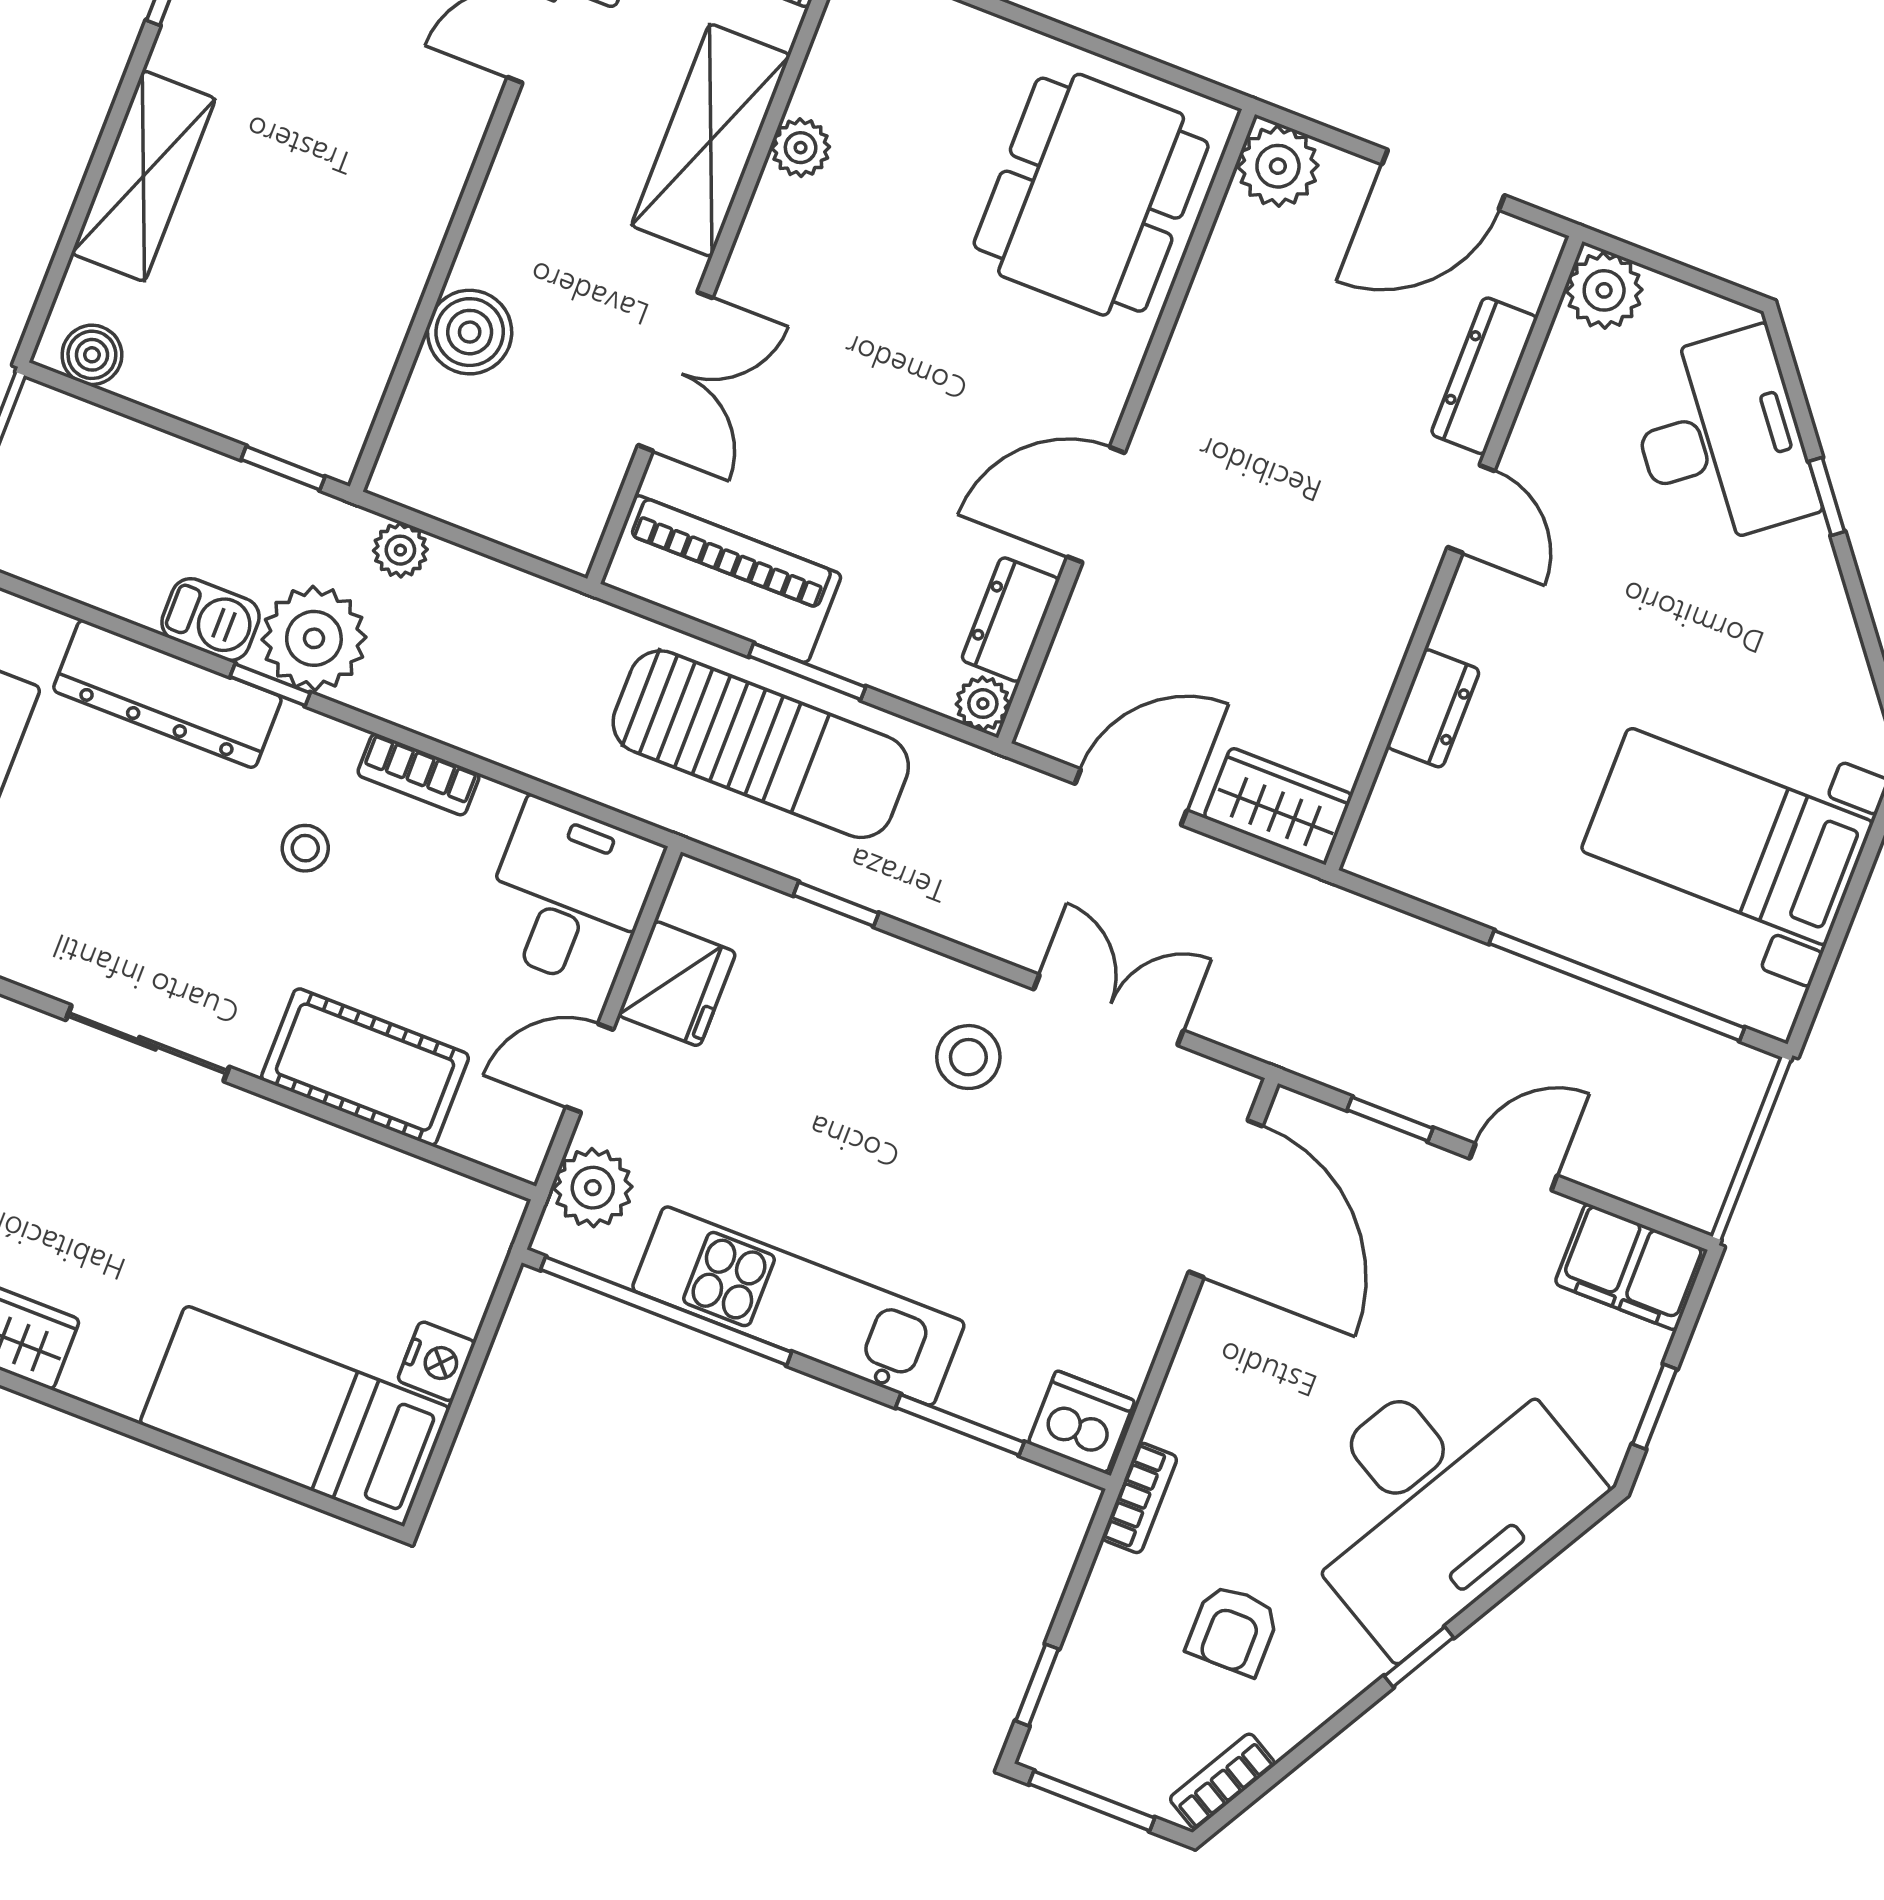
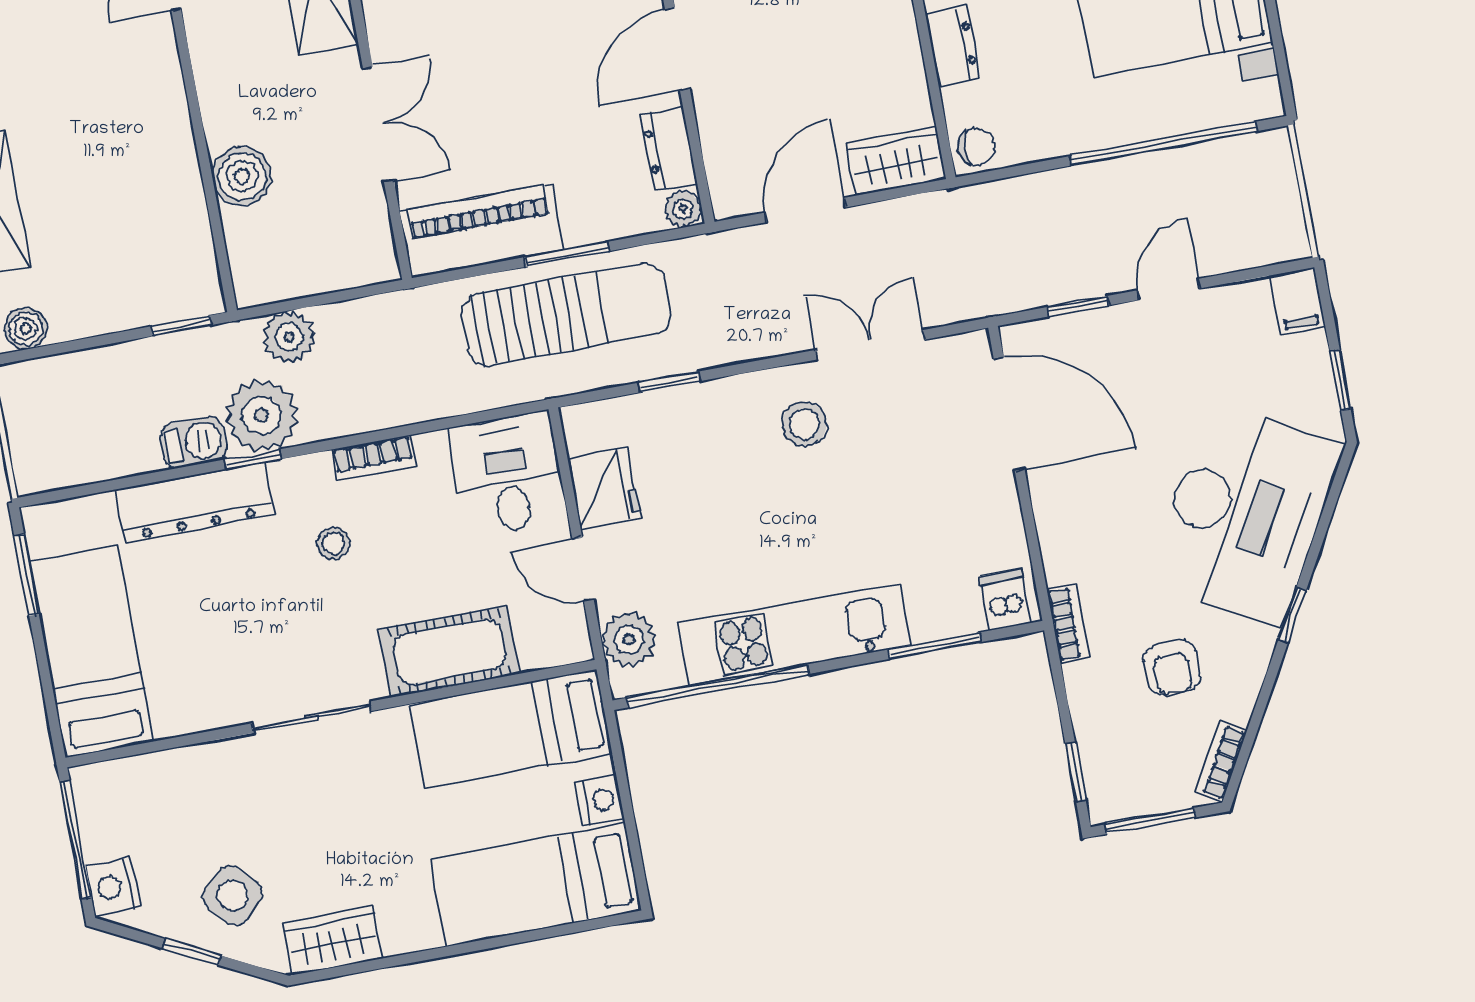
plant: (400, 550) -> (289, 337), width x1.38, depth x1.38
chair: (1387, 849) -> (976, 147), added
door: (590, 1068) -> (583, 570), hinge flipped
bed: (382, 1207) -> (511, 729), added
filing cabinet: (1631, 1267) -> (1298, 301), width x0.50
dishwasher: (1081, 1422) -> (1005, 600), width x0.73

